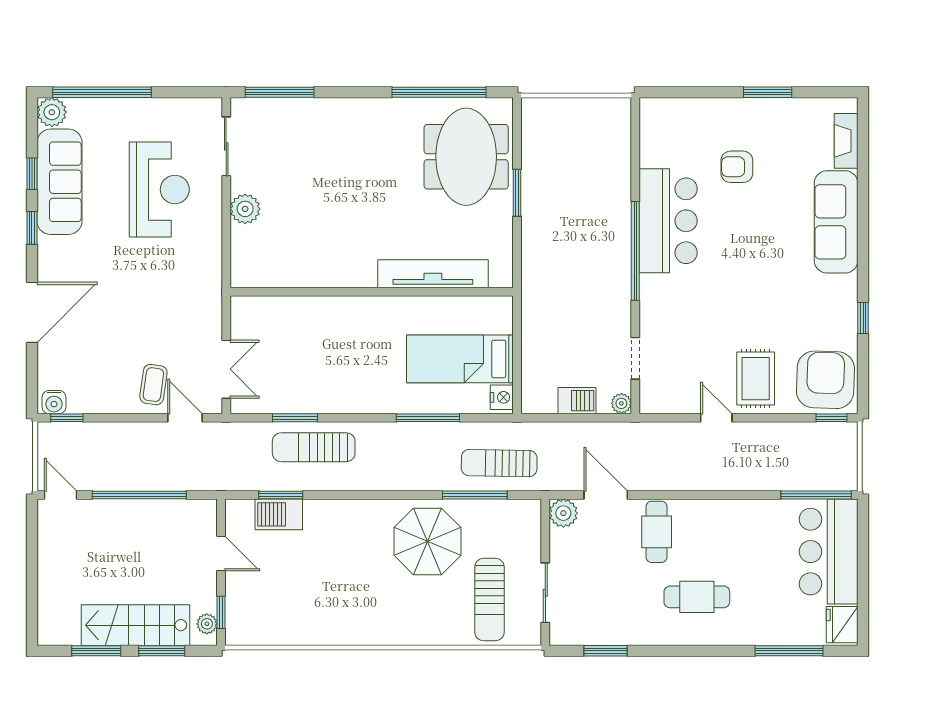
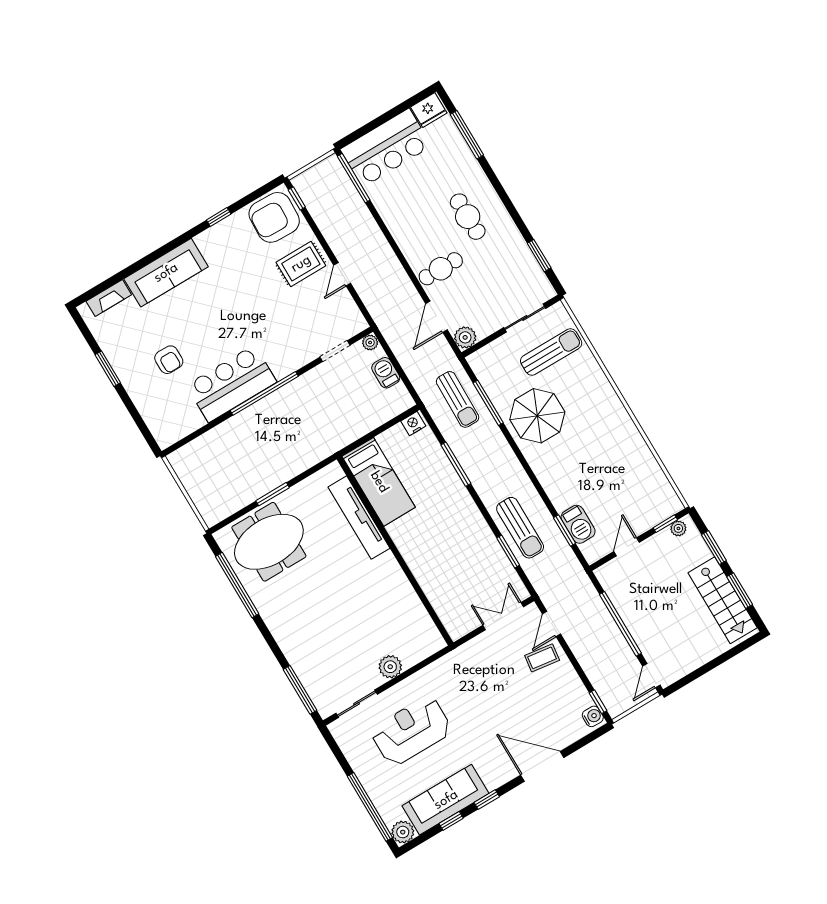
bed: (460, 359) -> (379, 482), moved
stairs: (135, 625) -> (723, 600), moved

